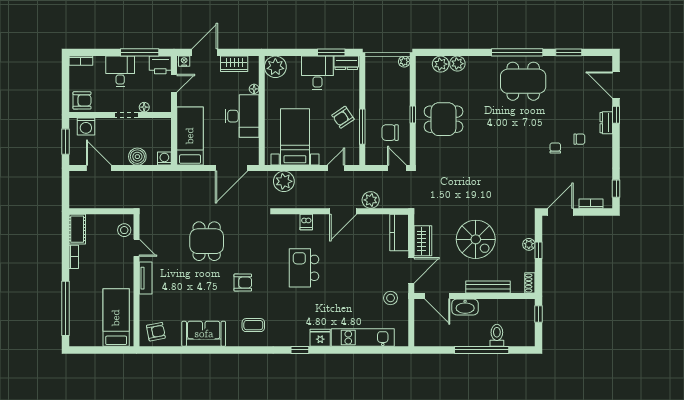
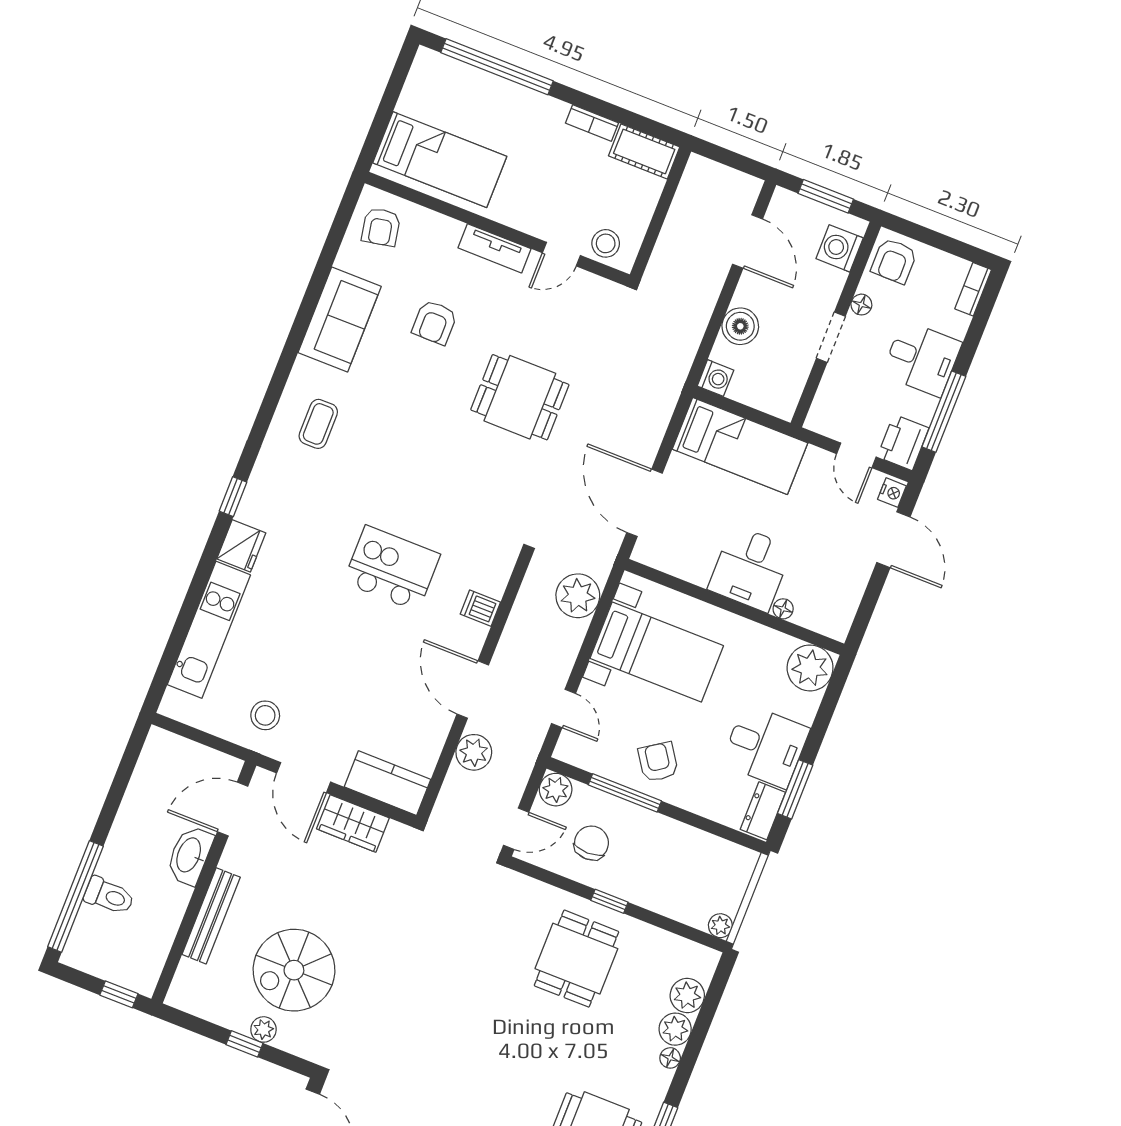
floor lamp: (471, 61) -> (670, 1058), added
wardrobe: (234, 64) -> (848, 589), removed
floor lamp: (144, 107) -> (861, 305), moved
desk: (242, 116) -> (750, 568), width x0.73
plant: (373, 158) -> (556, 790), added
door: (99, 168) -> (747, 242), hinge flipped
spiral stairs: (476, 239) -> (294, 970), moved
armchair: (243, 283) -> (435, 322), moved
shoe rack: (530, 283) -> (187, 1002), removed
window: (482, 350) -> (76, 896), moved

